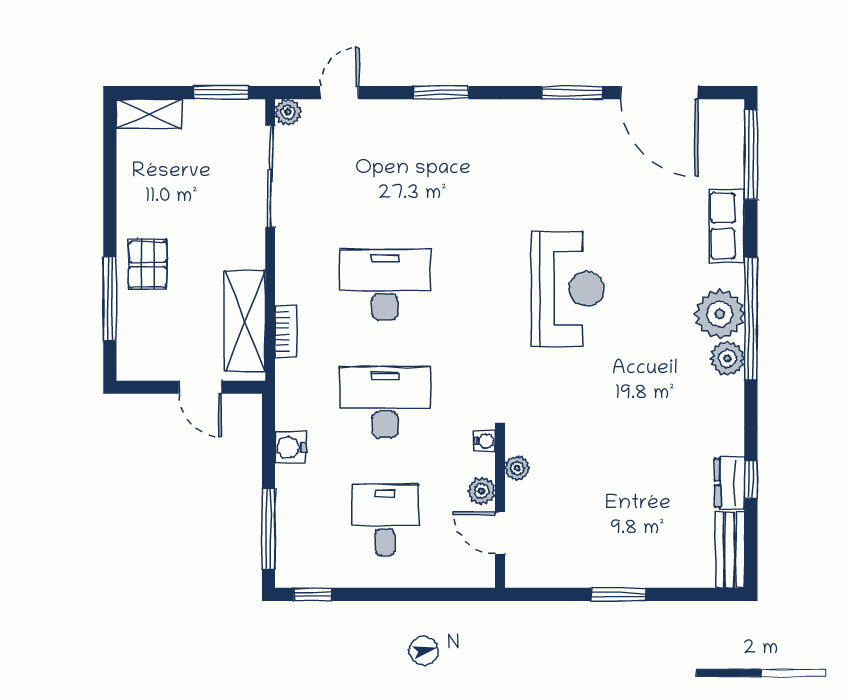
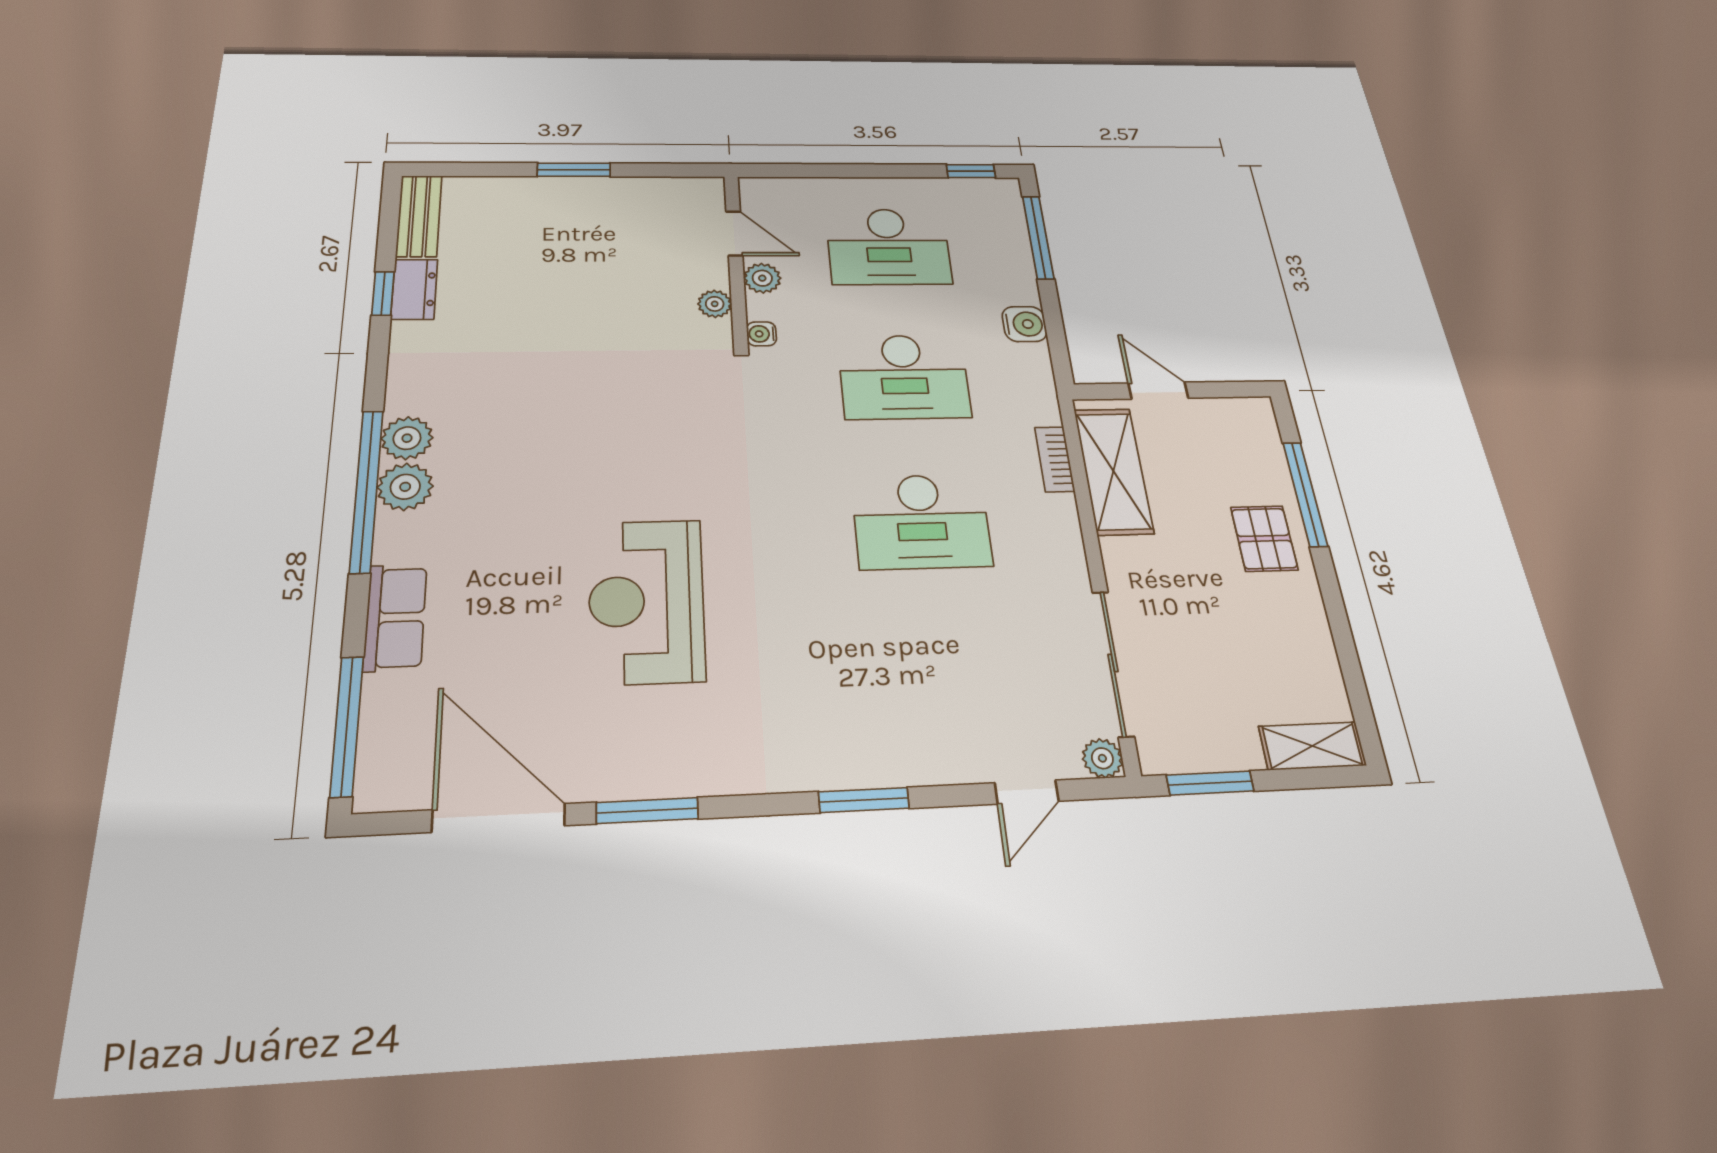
reception desk: (567, 289) -> (646, 601), moved
plant: (720, 314) -> (405, 487), width x0.73, depth x0.73
desk: (385, 520) -> (888, 246), width x1.37

